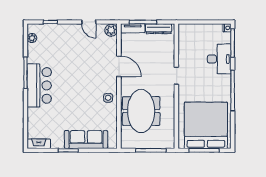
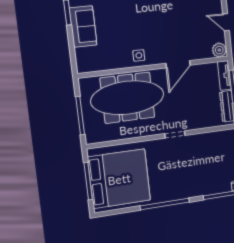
door: (89, 22) -> (226, 22), hinge flipped
desk: (219, 59) -> (200, 182), removed
meeting table: (141, 111) -> (127, 98), width x1.36
sofa: (86, 140) -> (83, 26), width x0.73

